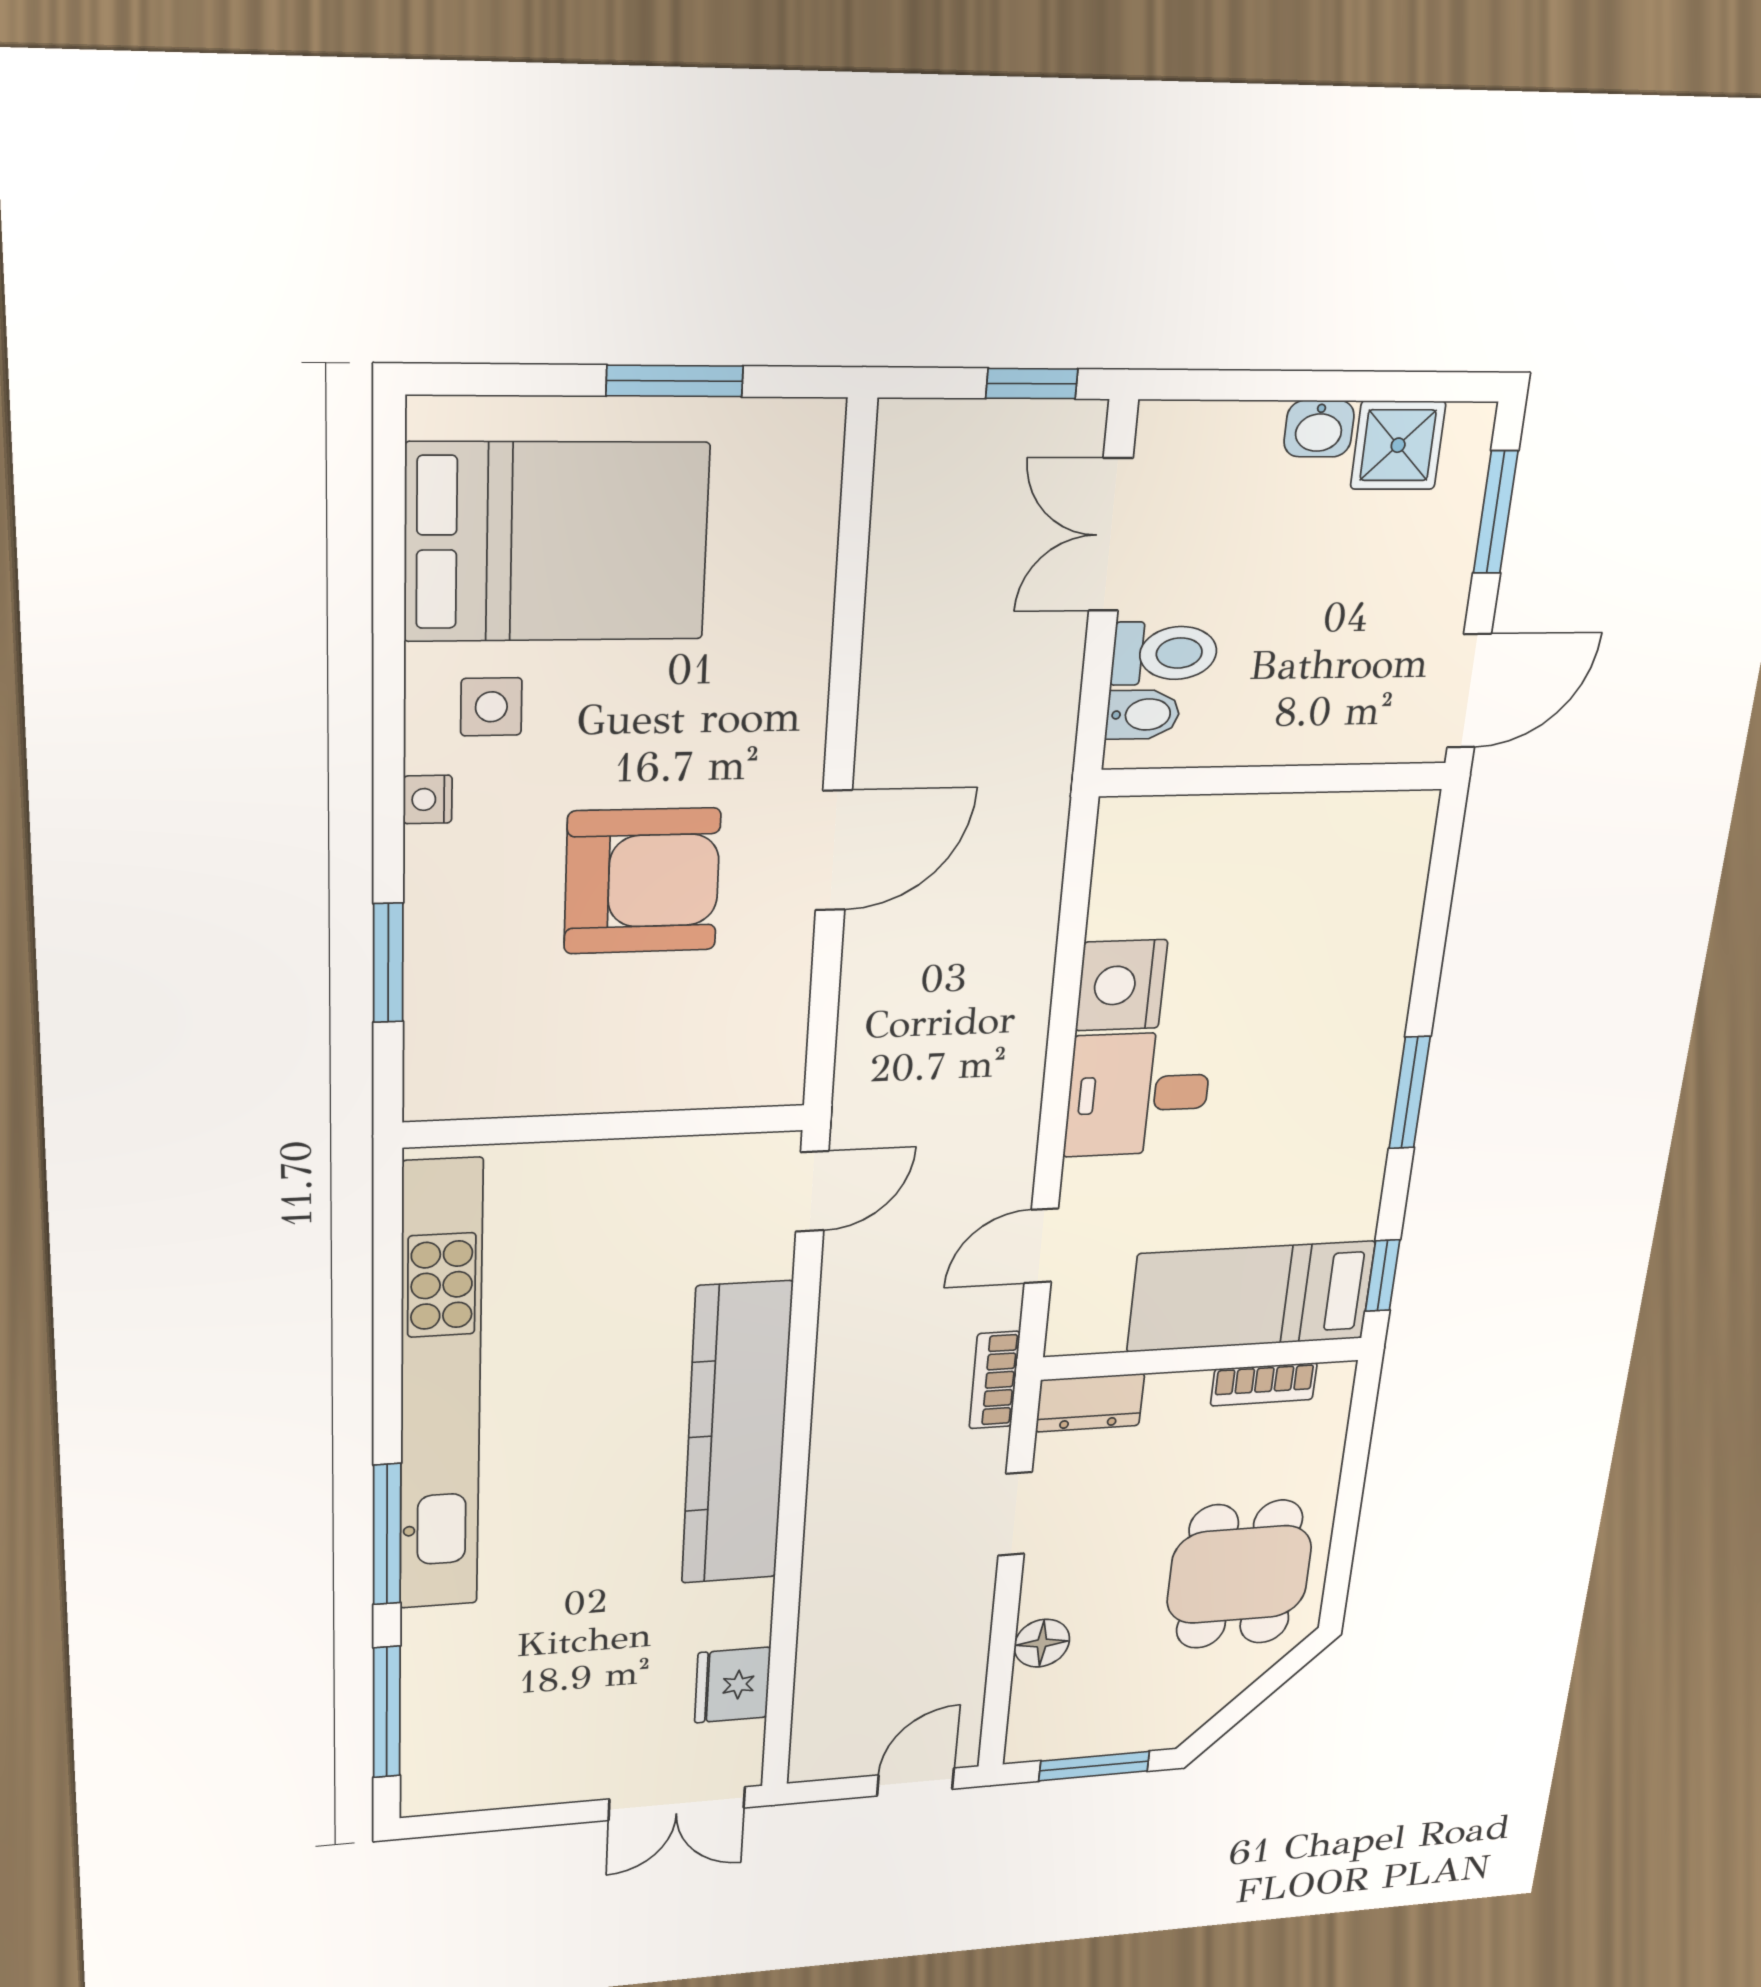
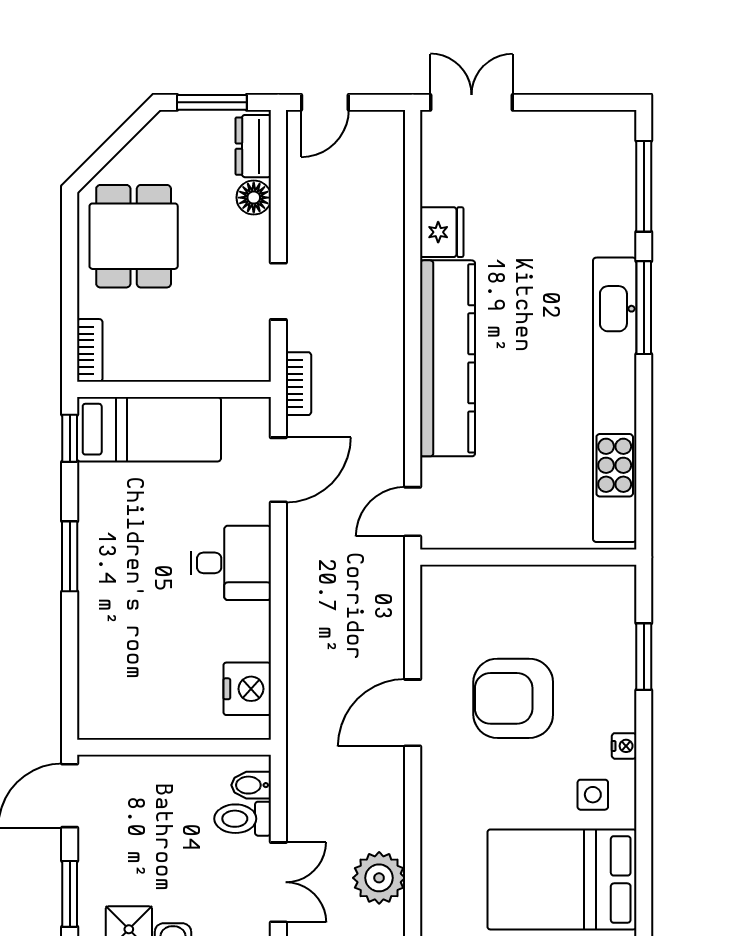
plant: (918, 544) -> (379, 878), added
nightstand: (1121, 985) -> (247, 689), moved
door: (1041, 1246) -> (278, 470), width x1.38
bookcase: (1264, 1384) -> (90, 350), moved, turned 90
dresser: (1090, 1403) -> (253, 146), moved, turned -90
fridge: (733, 1685) -> (442, 232), moved

